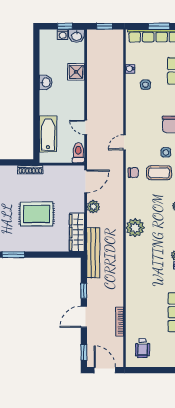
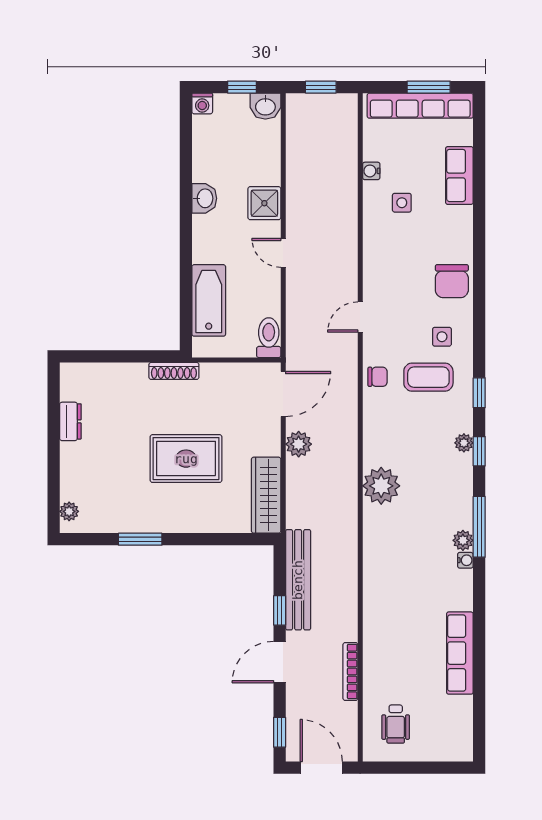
washing machine: (63, 35) -> (202, 103), moved
shower: (76, 72) -> (264, 203), moved
door: (86, 127) -> (283, 253), moved
bench: (93, 253) -> (298, 580), moved

